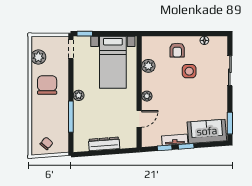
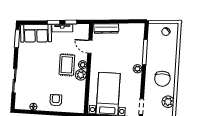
plant: (148, 66) -> (81, 75), moved
side table: (189, 71) -> (47, 83), removed
rug: (166, 95) -> (67, 65), added
door: (139, 119) -> (90, 47), hinge flipped
dresser: (104, 144) -> (106, 28), moved

